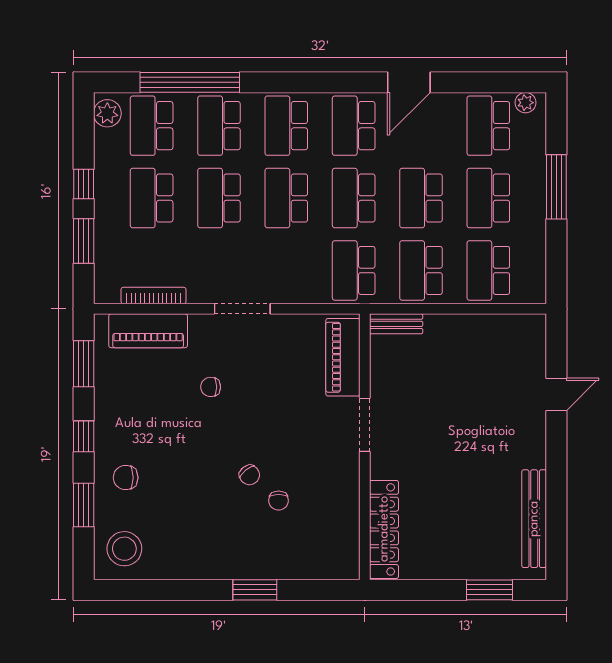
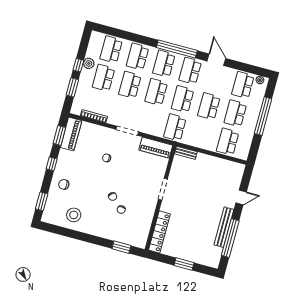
window: (190, 82) -> (177, 49), moved
door: (409, 82) -> (216, 60), swing flipped
plant: (107, 113) -> (89, 63), moved
window: (556, 187) -> (263, 116), width x1.46
school desk: (421, 270) -> (201, 135), removed
piano: (148, 331) -> (71, 134), moved, turned -90
piano: (343, 357) -> (156, 148), moved, turned -90
window: (556, 498) -> (230, 238), added
window: (84, 505) -> (42, 201), moved
bench: (534, 519) -> (224, 227), moved
stool: (124, 549) -> (74, 215), moved
window: (255, 590) -> (121, 247), moved
window: (490, 590) -> (184, 264), moved

